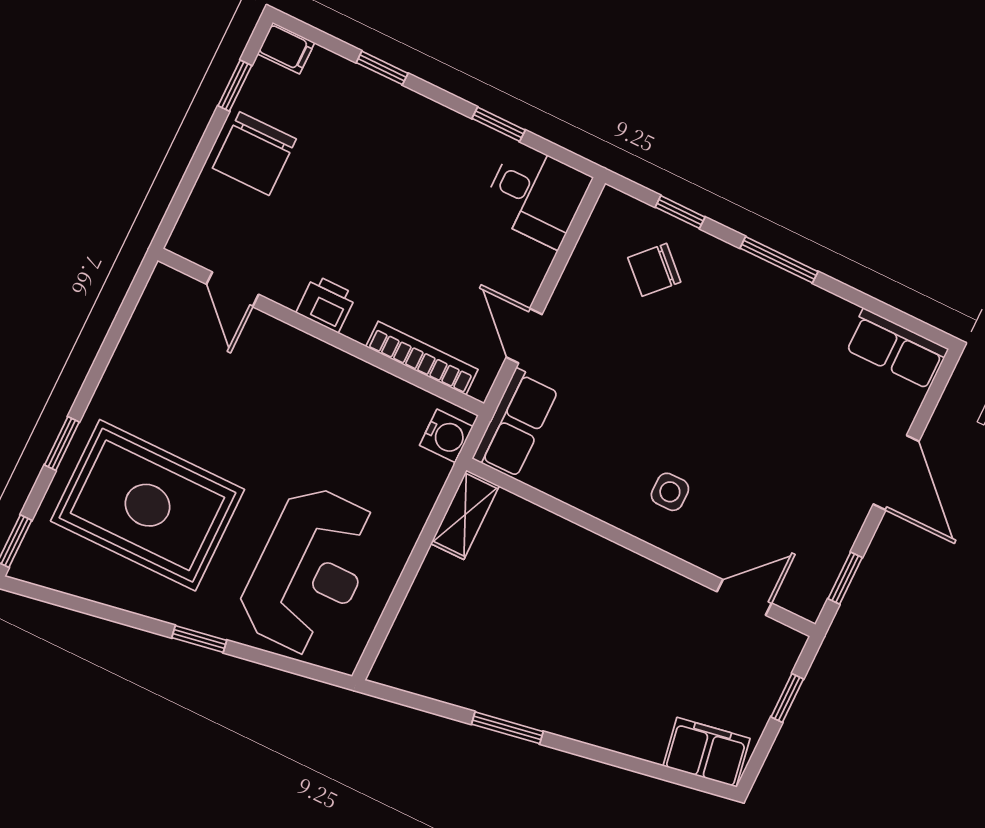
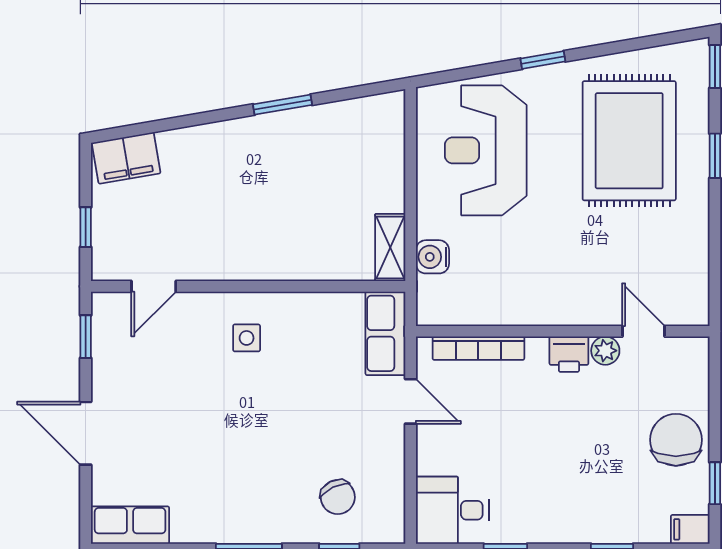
chair: (654, 270) -> (338, 497), turned 110
plant: (284, 288) -> (605, 351), added
water cooler: (446, 436) -> (432, 257), moved
rug: (147, 505) -> (629, 141), turned 90

